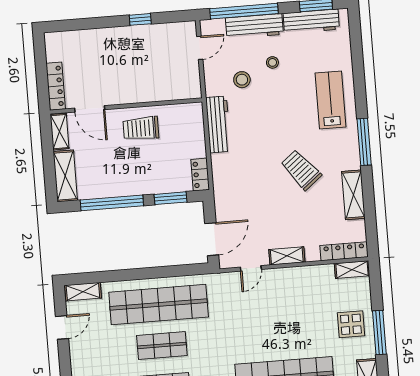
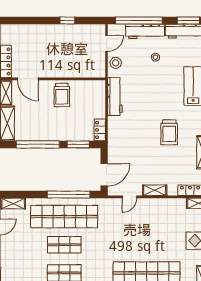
stool: (242, 80) -> (116, 63), moved
trolley: (141, 128) -> (62, 95), turned -90
trolley: (301, 170) -> (169, 132), turned -141
window: (162, 272) -> (69, 194), added

